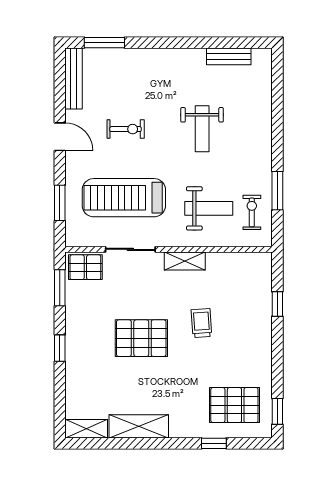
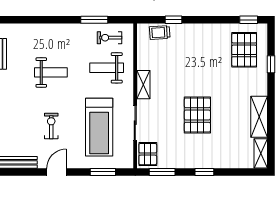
weight bench: (209, 208) -> (107, 68), turned -90
trolley: (201, 323) -> (160, 33), moved

